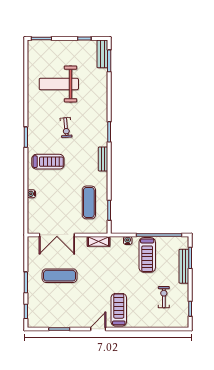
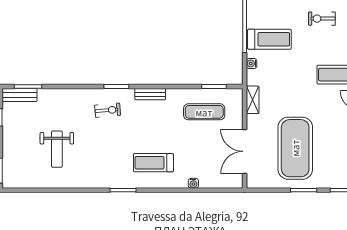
weight bench: (59, 84) -> (57, 149), width x0.73, depth x0.75
exercise bike: (66, 128) -> (108, 110), moved
treadmill: (48, 162) -> (153, 163), turned -90
double door: (57, 235) -> (245, 151), swing flipped
exercise mat: (60, 276) -> (295, 148), width x2.00, depth x1.45

